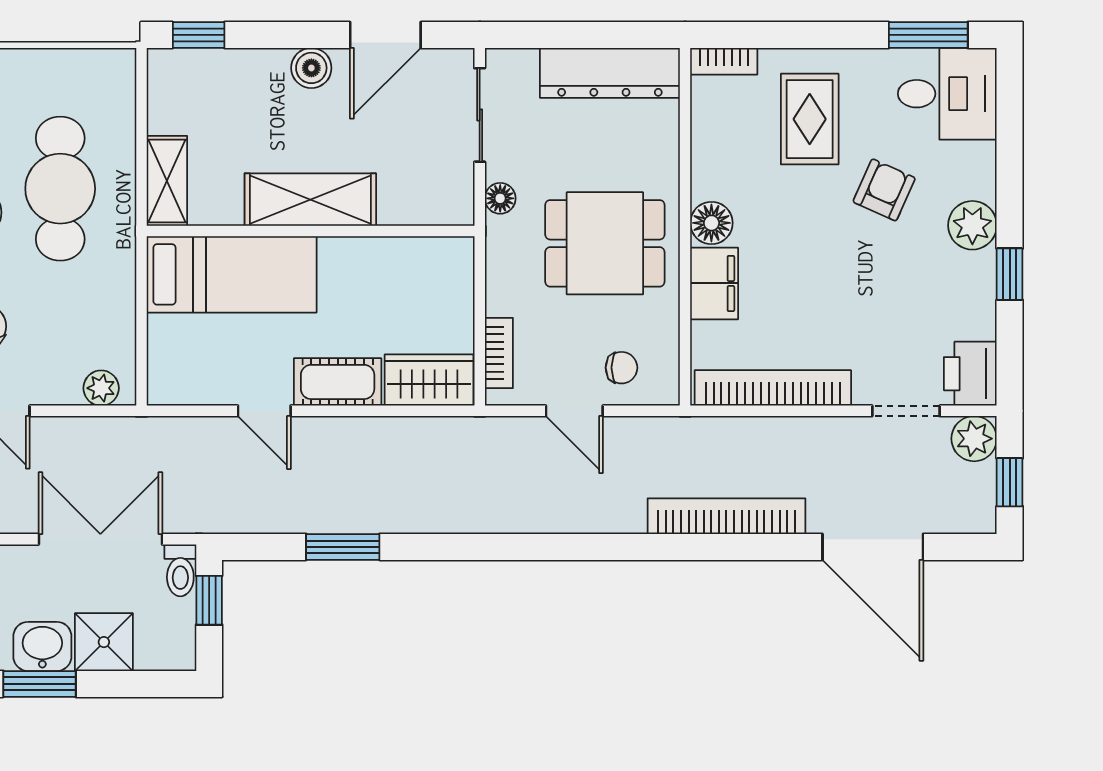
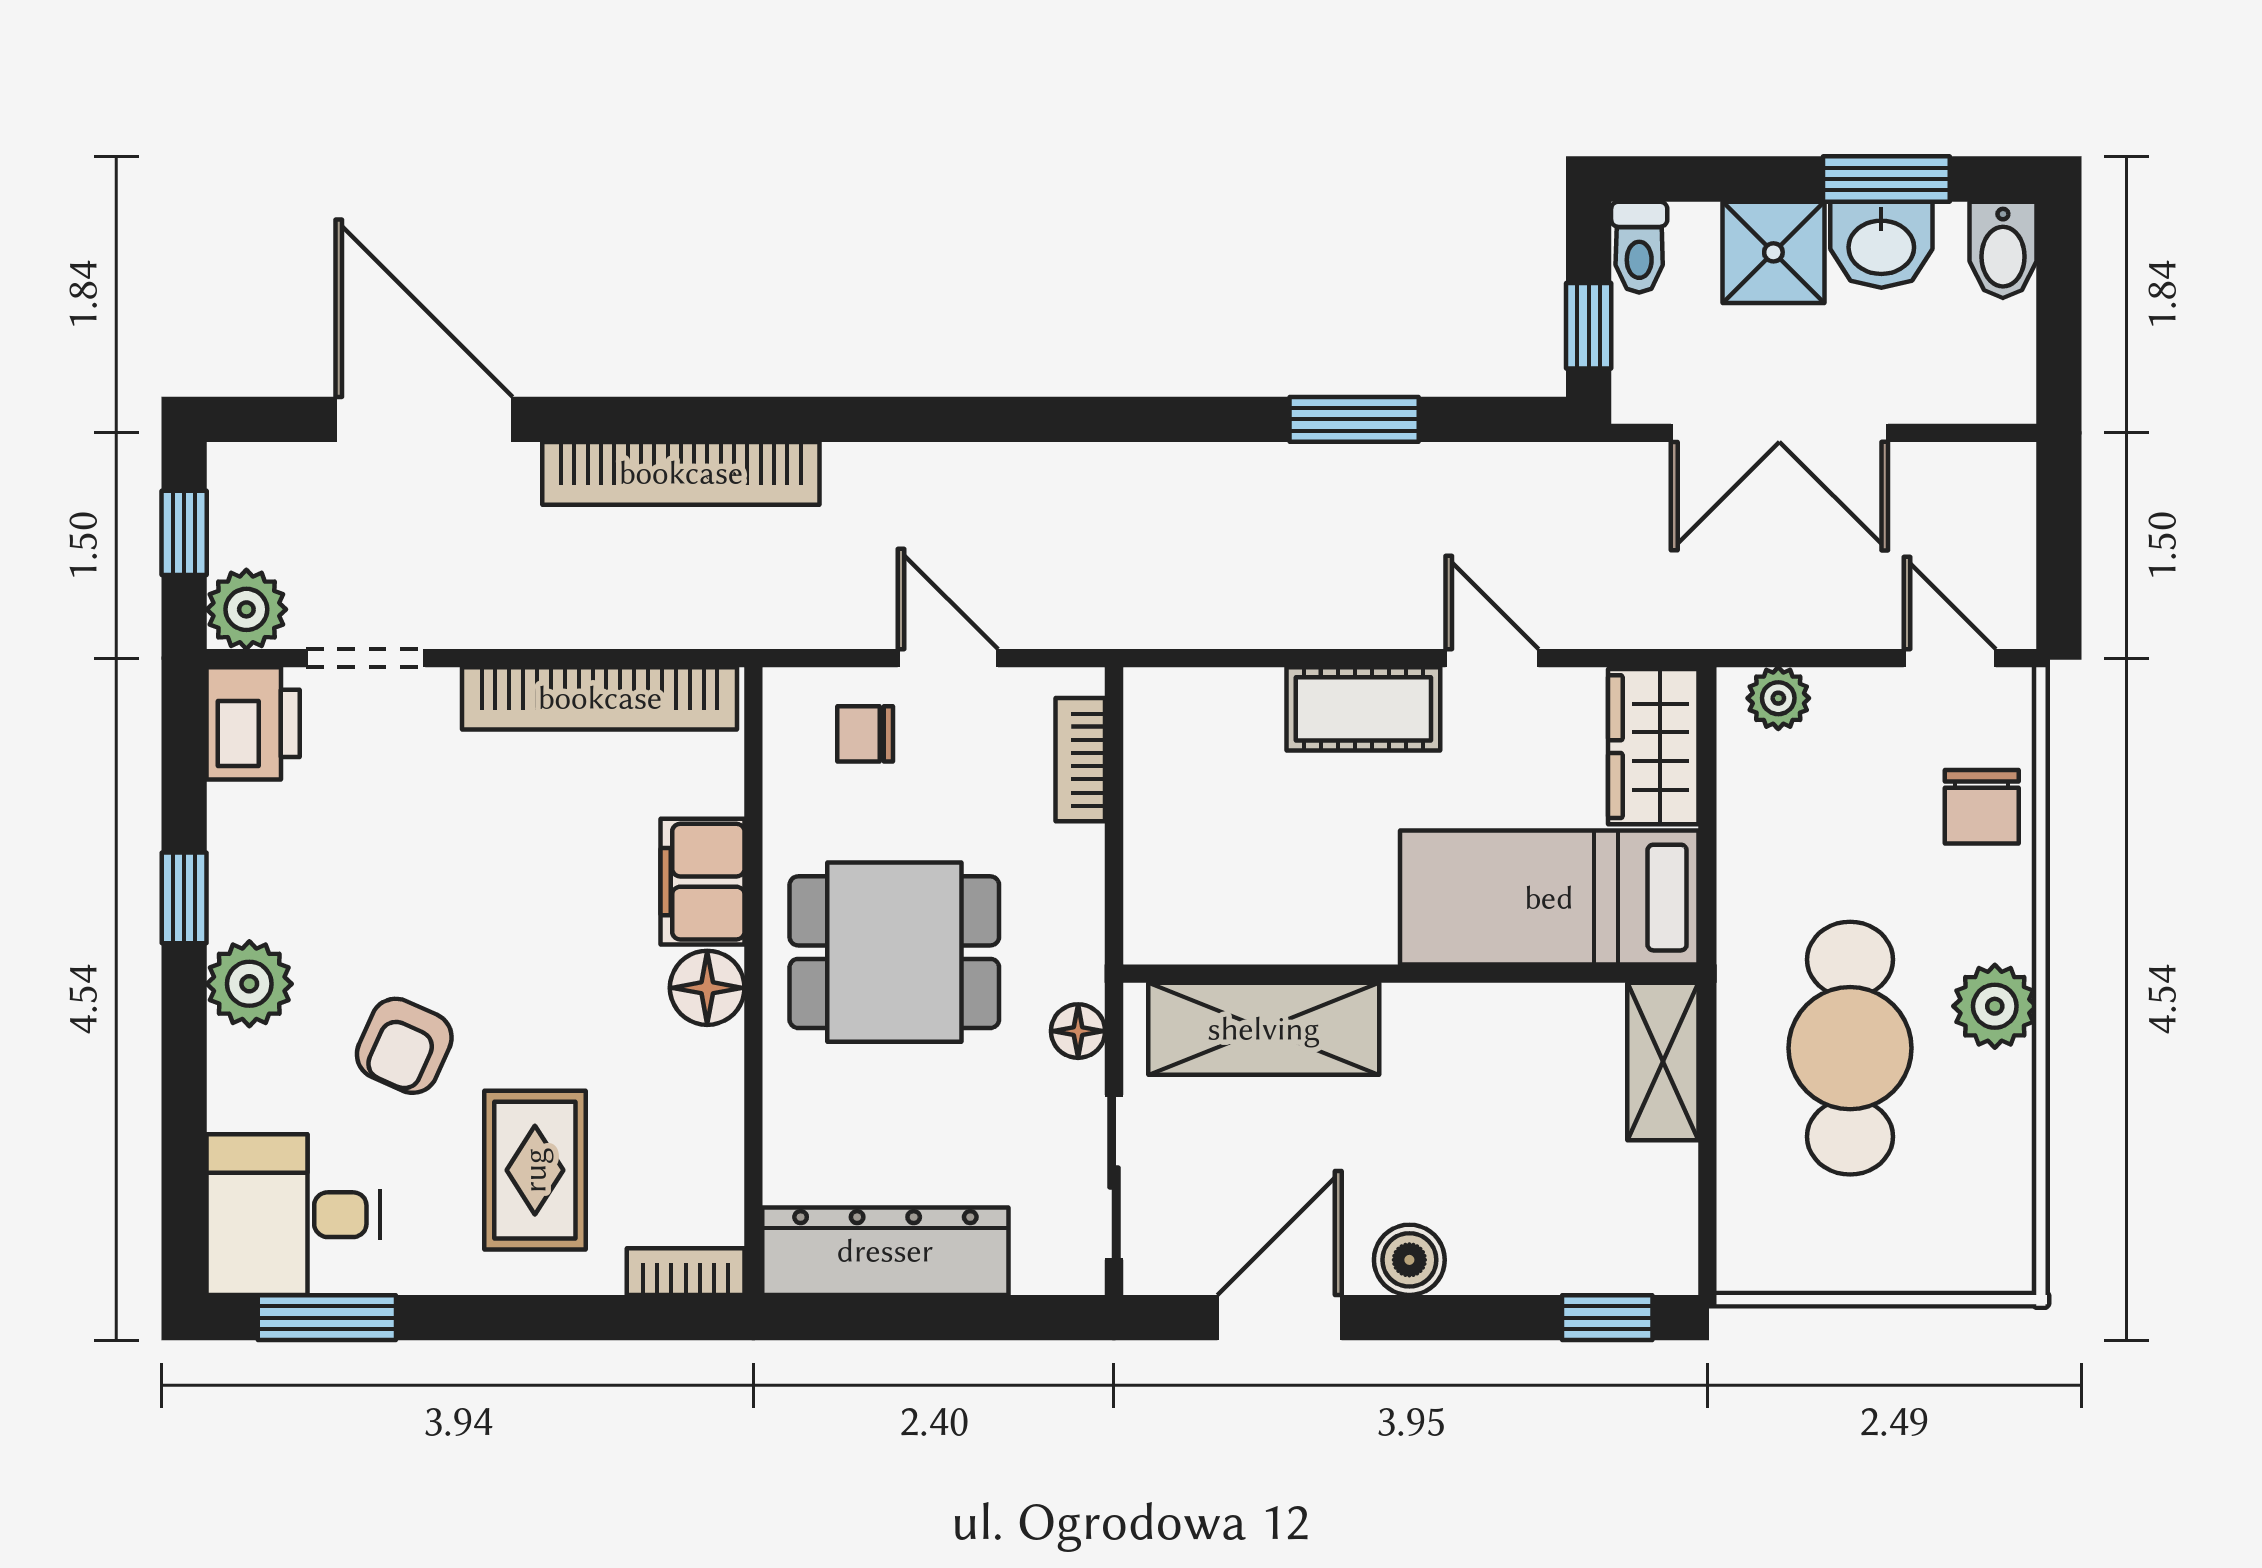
shelving: (310, 200) -> (1264, 1029), moved
wardrobe: (429, 380) -> (1653, 747), moved, turned 90
toilet: (180, 570) -> (1639, 247), moved, turned 180

